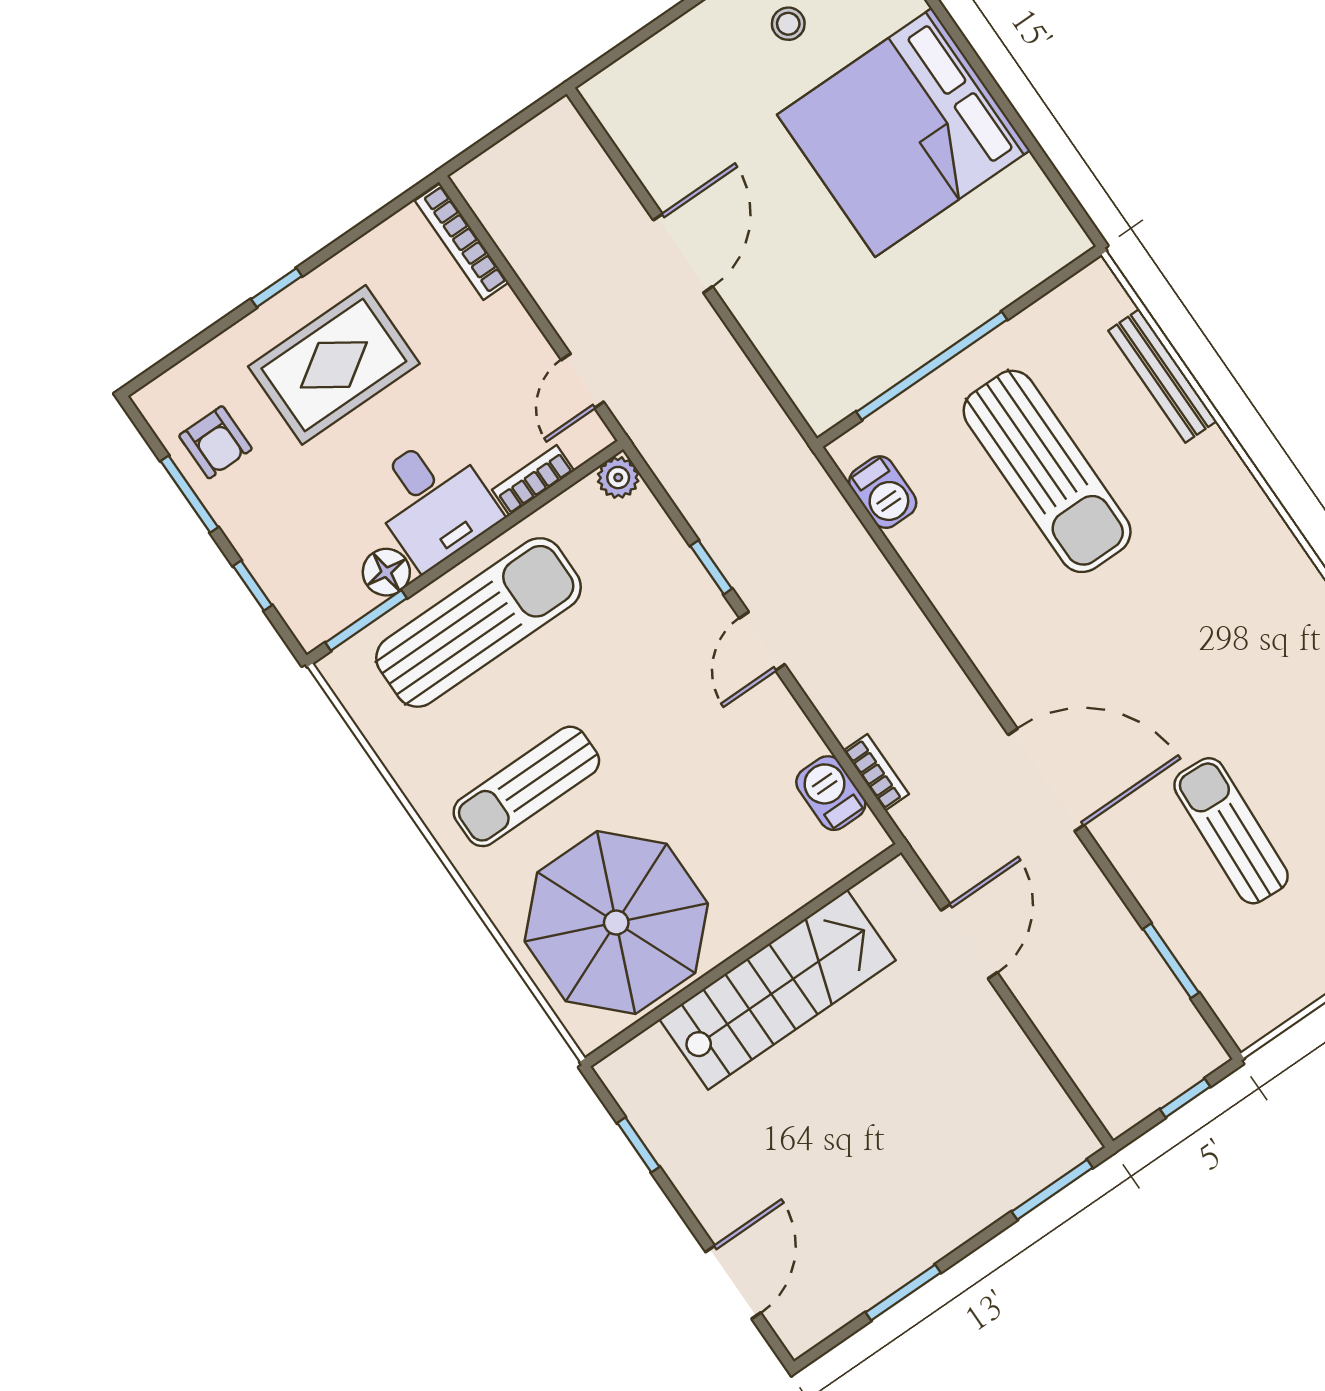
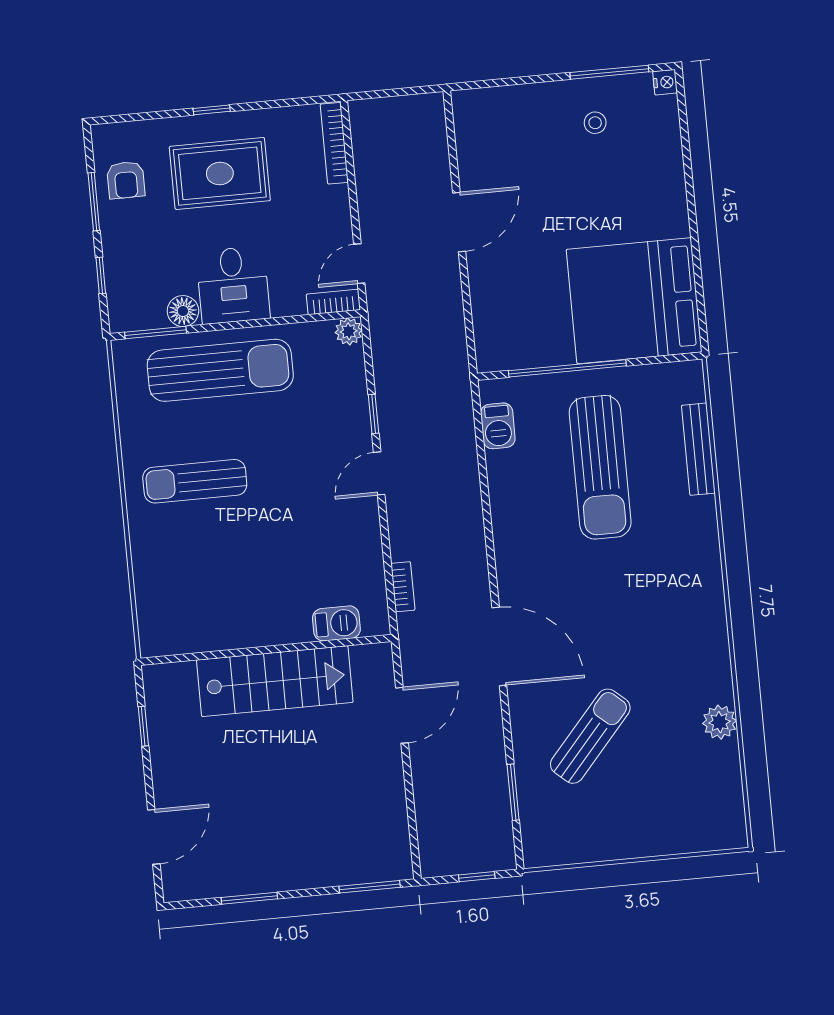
bed: (903, 133) -> (634, 301), moved
bookcase: (533, 480) -> (333, 302), moved
barbecue: (831, 793) -> (336, 623), moved, turned 90
sun lounger: (1231, 831) -> (590, 736), turned 38
parasol: (616, 923) -> (203, 590), removed

